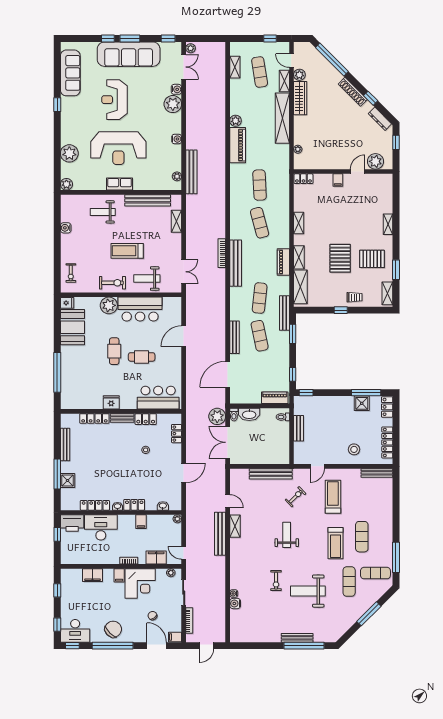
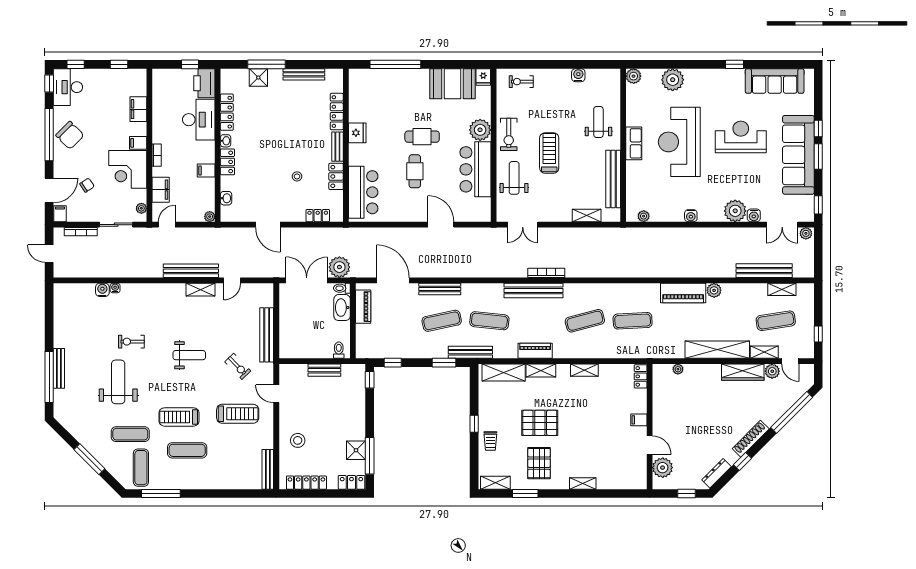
door: (291, 61) -> (790, 361), swing flipped
bench: (191, 172) -> (764, 271), moved
piano: (275, 398) -> (363, 307), moved

